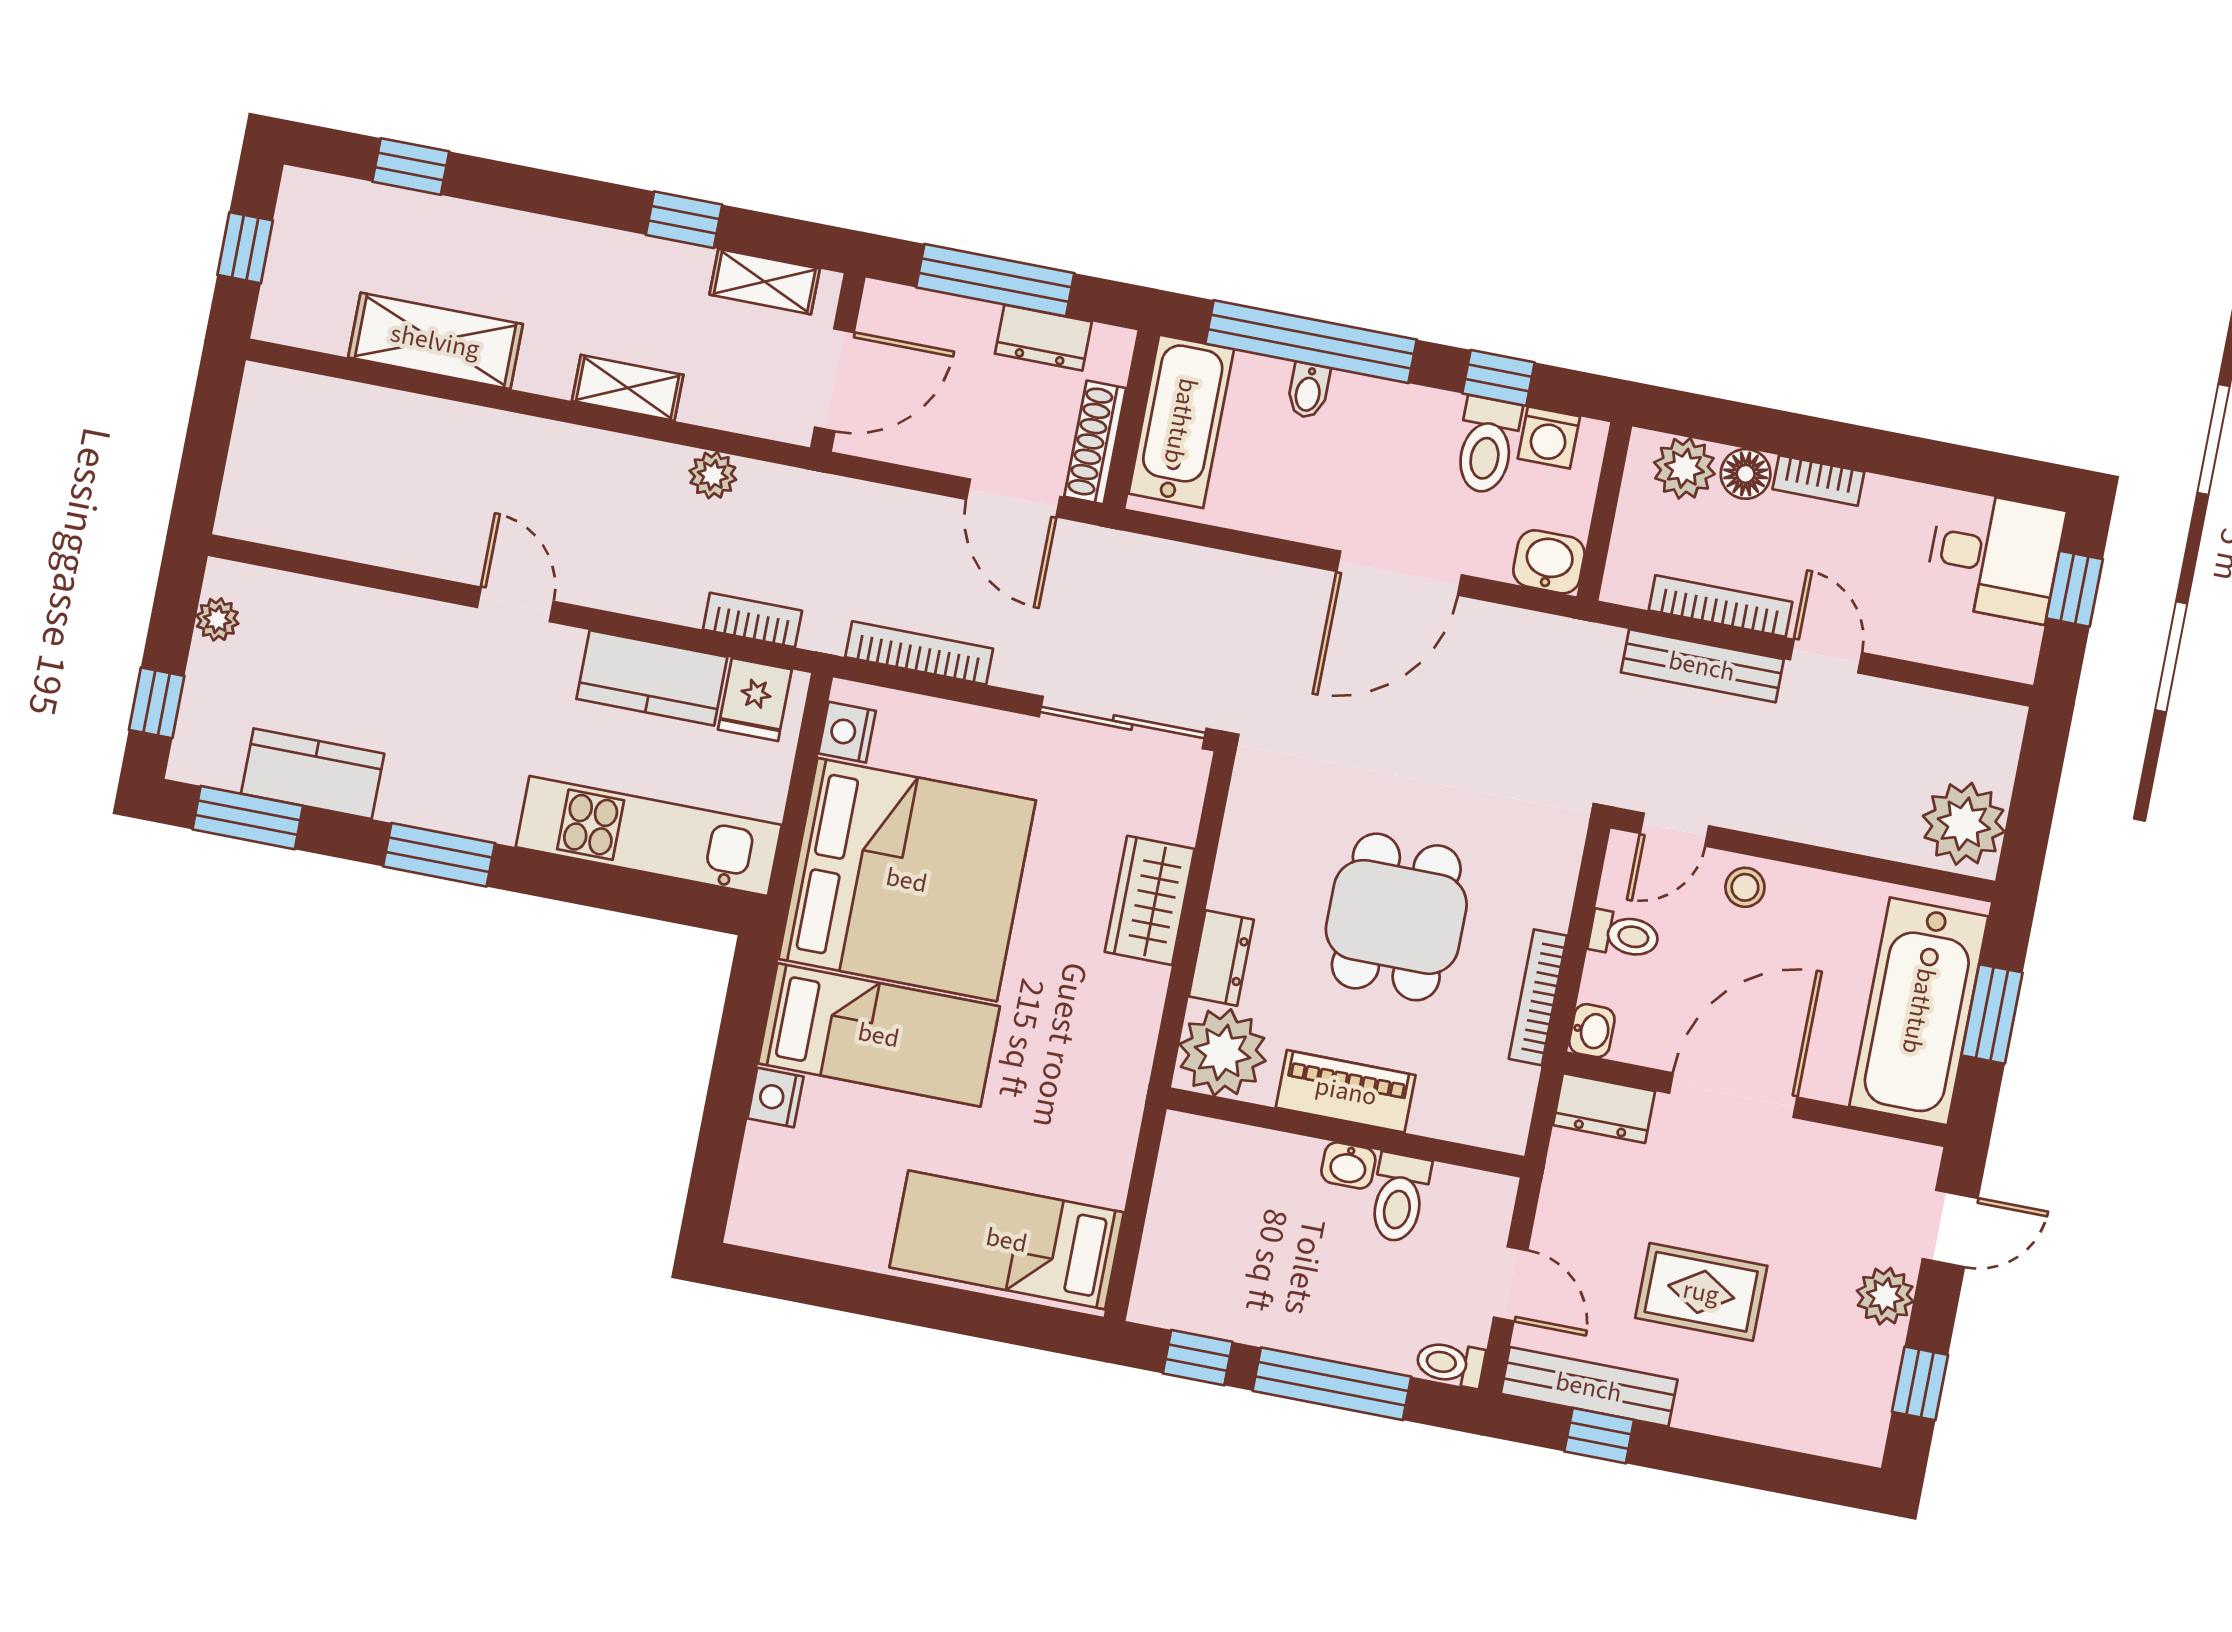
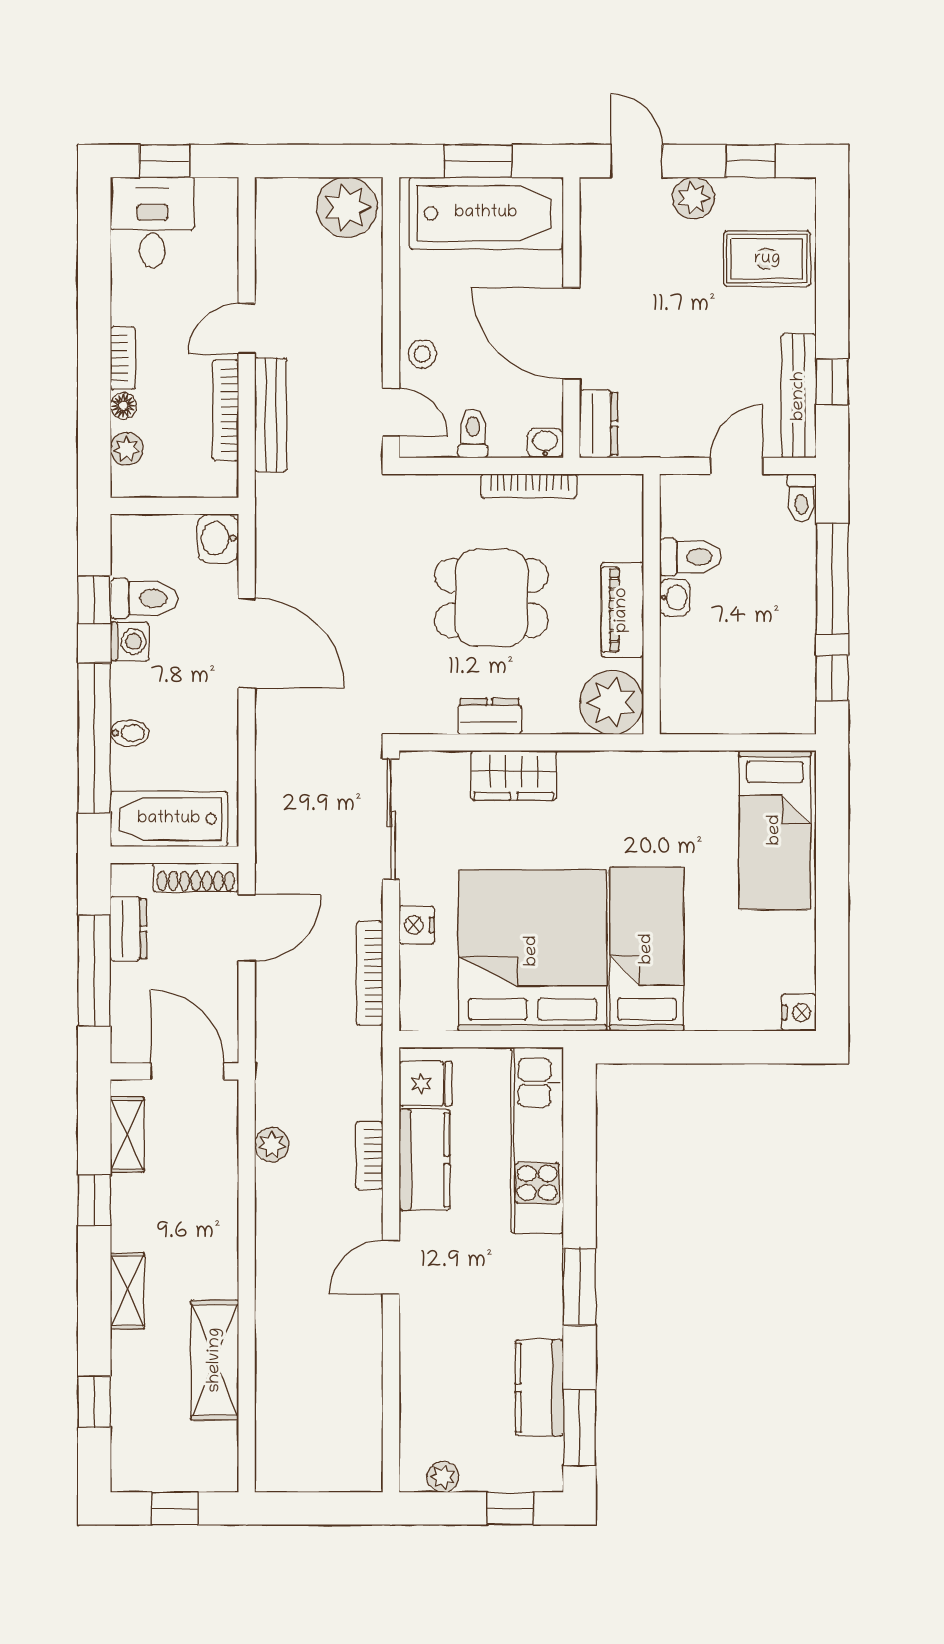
shelving: (628, 388) -> (127, 1291), moved
washing machine: (1549, 437) -> (130, 641), moved
plant: (1684, 468) -> (127, 449), width x0.73, depth x0.73
floor lamp: (1746, 474) -> (123, 406), width x0.73, depth x0.73
bookcase: (752, 620) -> (369, 1155), moved
nightstand: (847, 732) -> (417, 925), moved, turned 90
dresser: (1221, 958) -> (489, 717), moved
nightstand: (776, 1097) -> (799, 1013), moved, turned -90
rug: (1701, 1292) -> (767, 259), moved, turned 90

